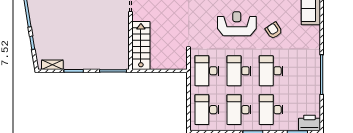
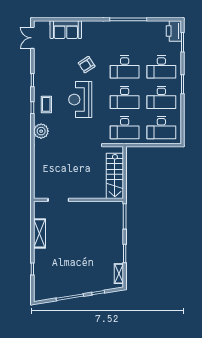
stairs: (141, 45) -> (115, 176), moved, turned -90

